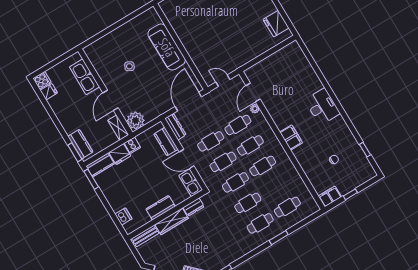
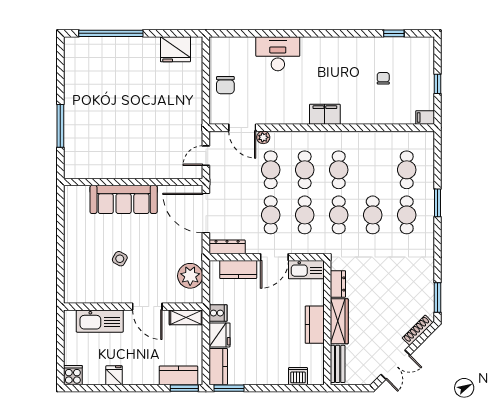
chair: (272, 67) -> (225, 85), added
fridge: (49, 92) -> (114, 375), moved
desk: (322, 107) -> (278, 54), moved
plant: (136, 120) -> (190, 276), moved
filing cabinet: (330, 196) -> (425, 117), width x0.50

